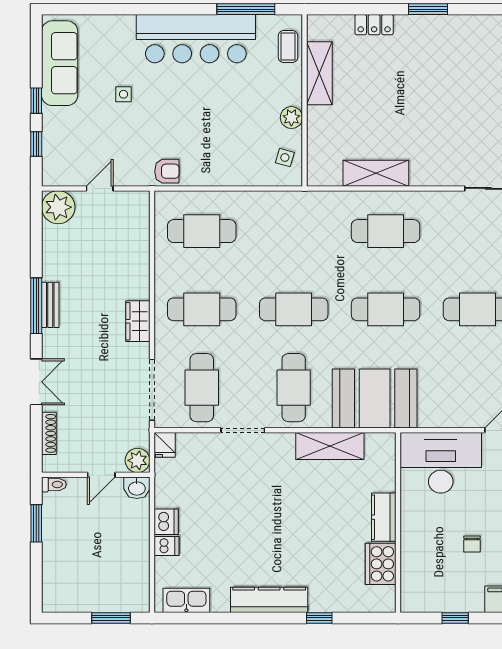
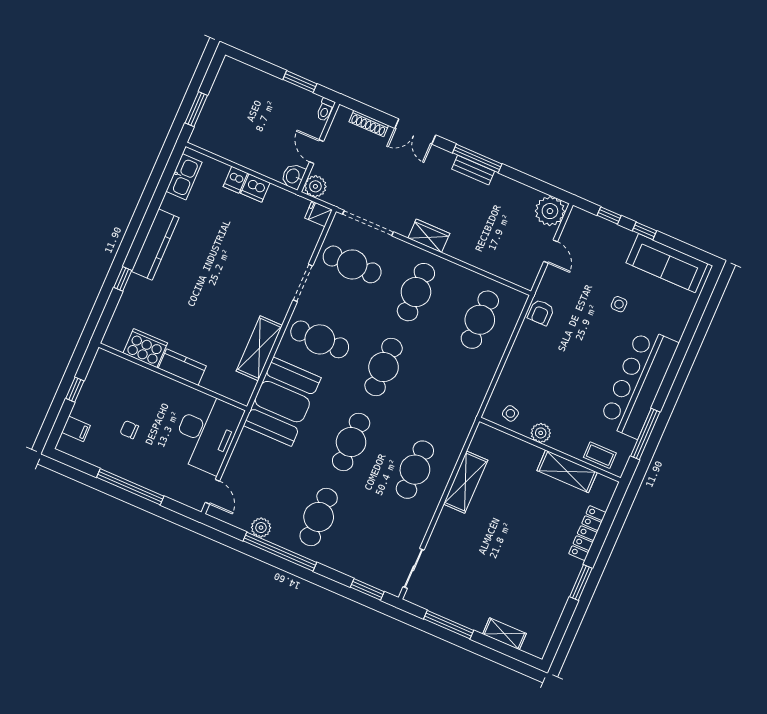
locker: (374, 25) -> (587, 533), width x1.53

